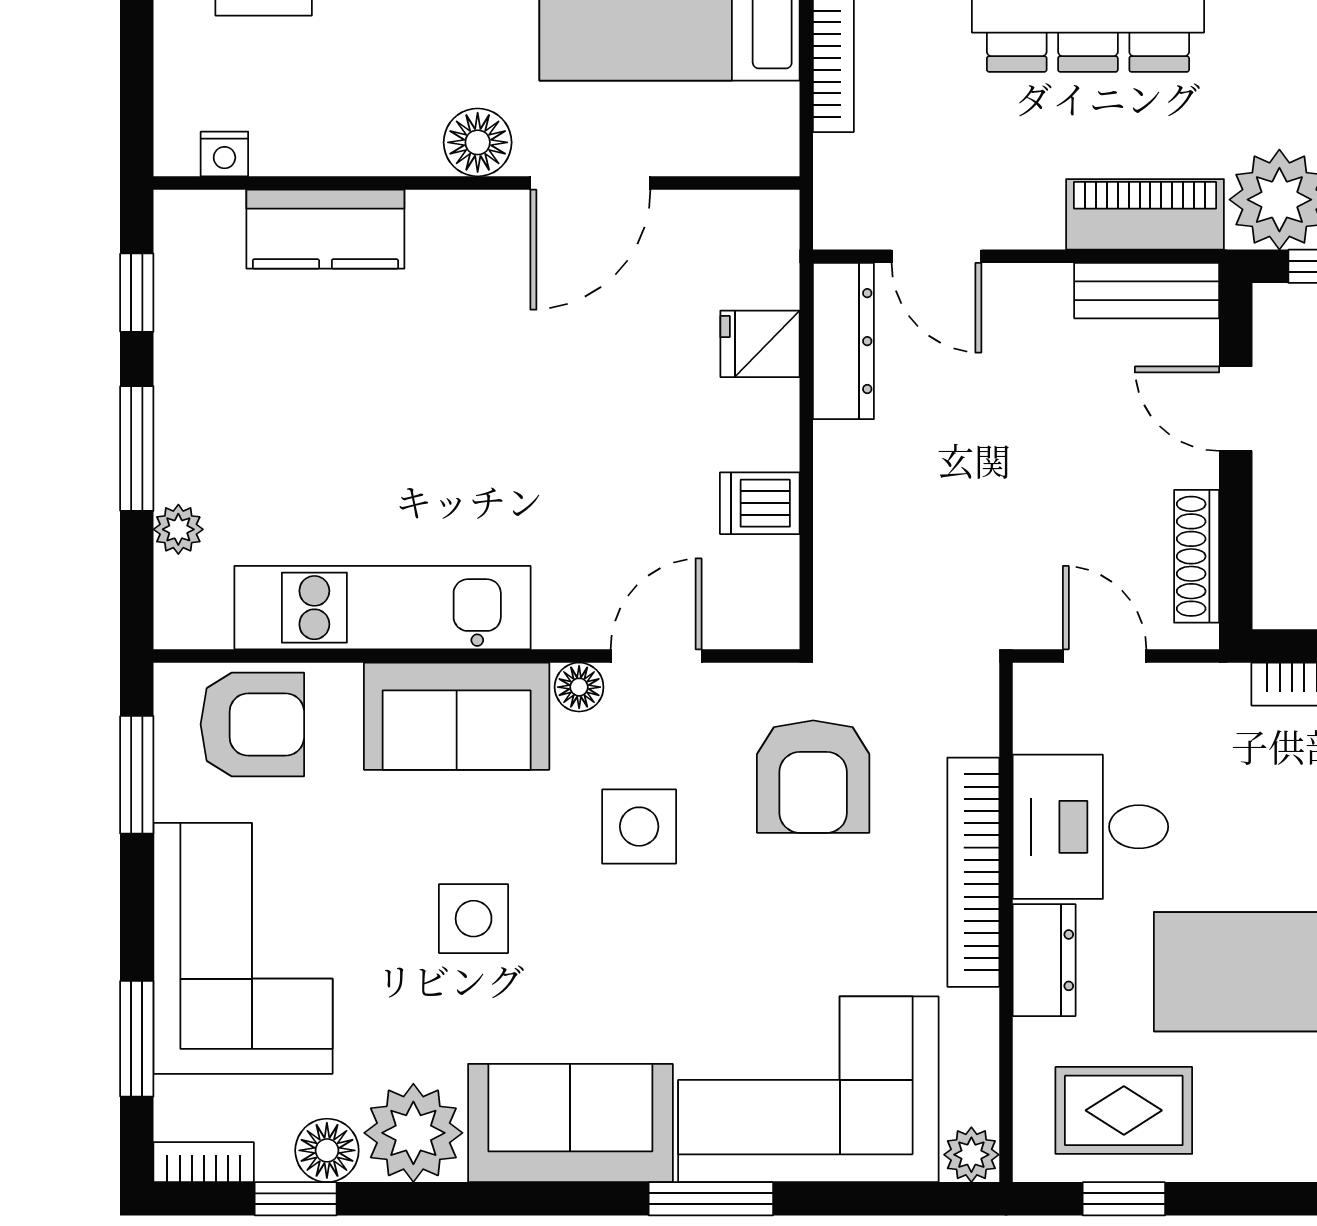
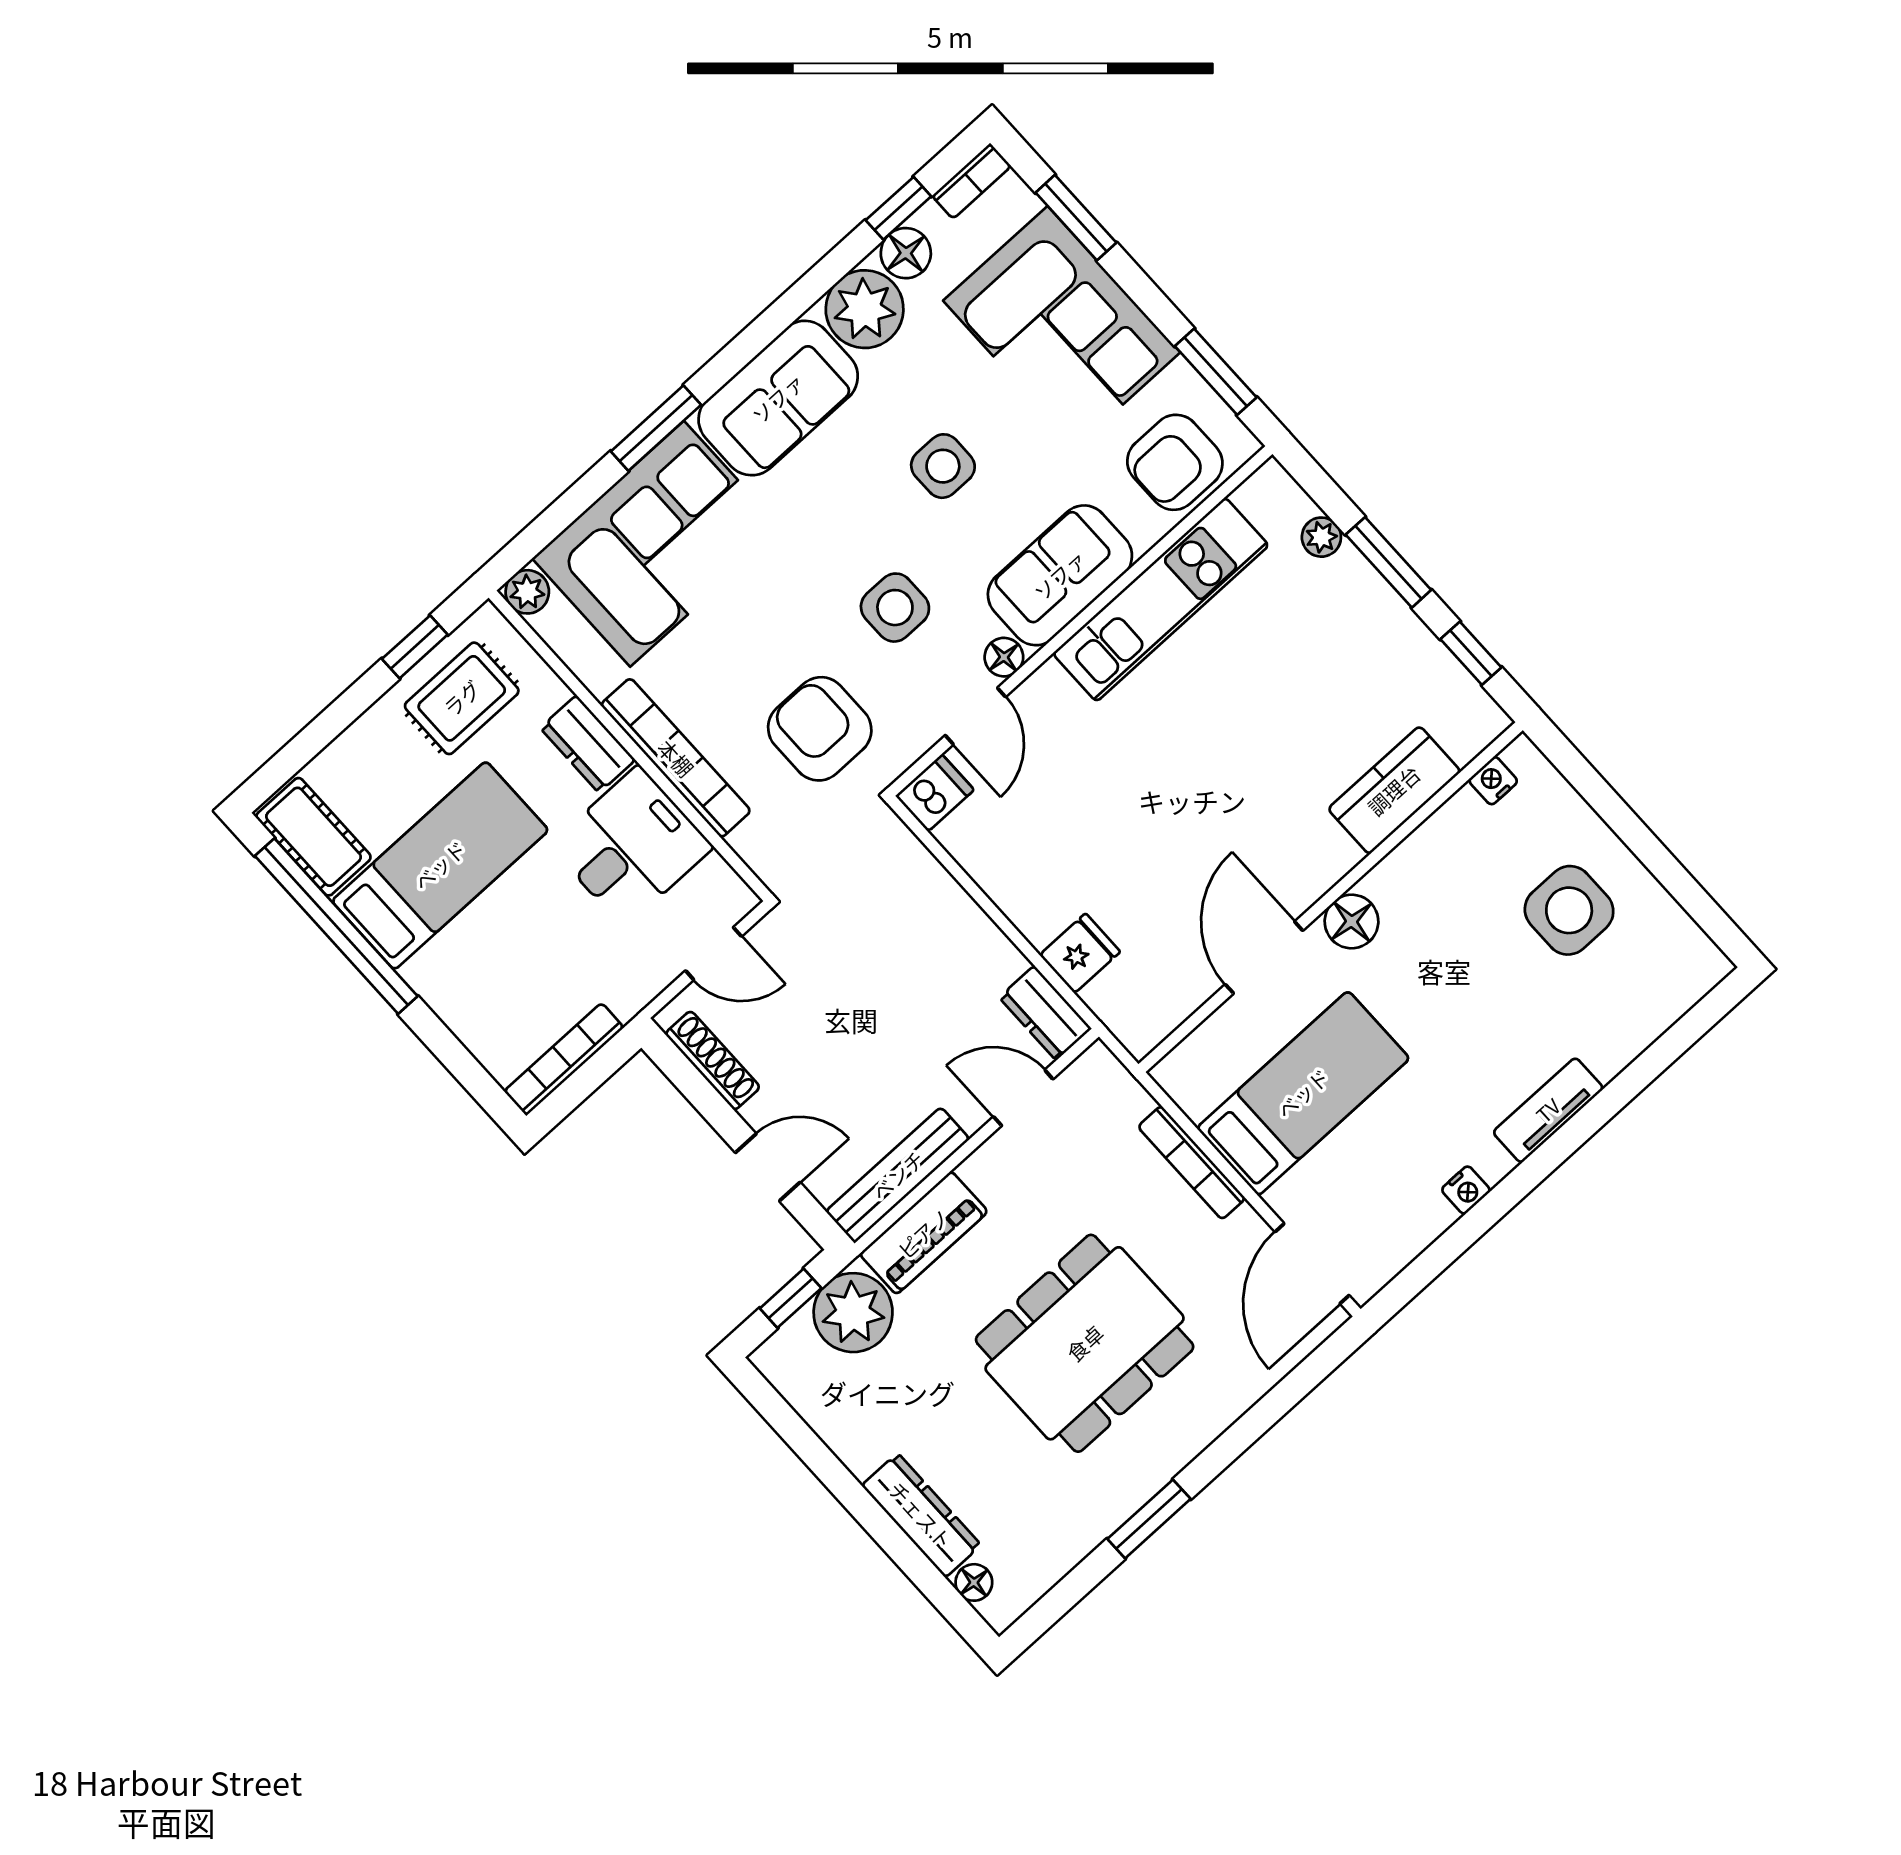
bench: (1147, 291) -> (898, 1175), width x1.36
dresser: (843, 341) -> (1045, 1013), width x0.70
dishwasher: (760, 503) -> (935, 793), moved

